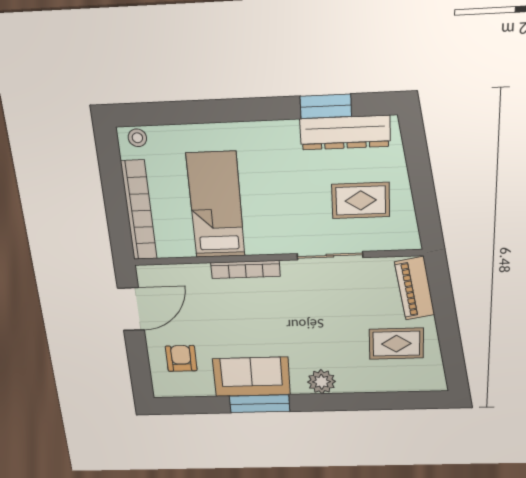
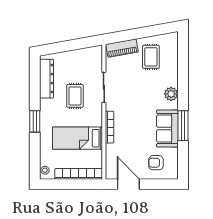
window: (326, 106) -> (35, 121), moved
rug: (361, 200) -> (75, 96), moved

